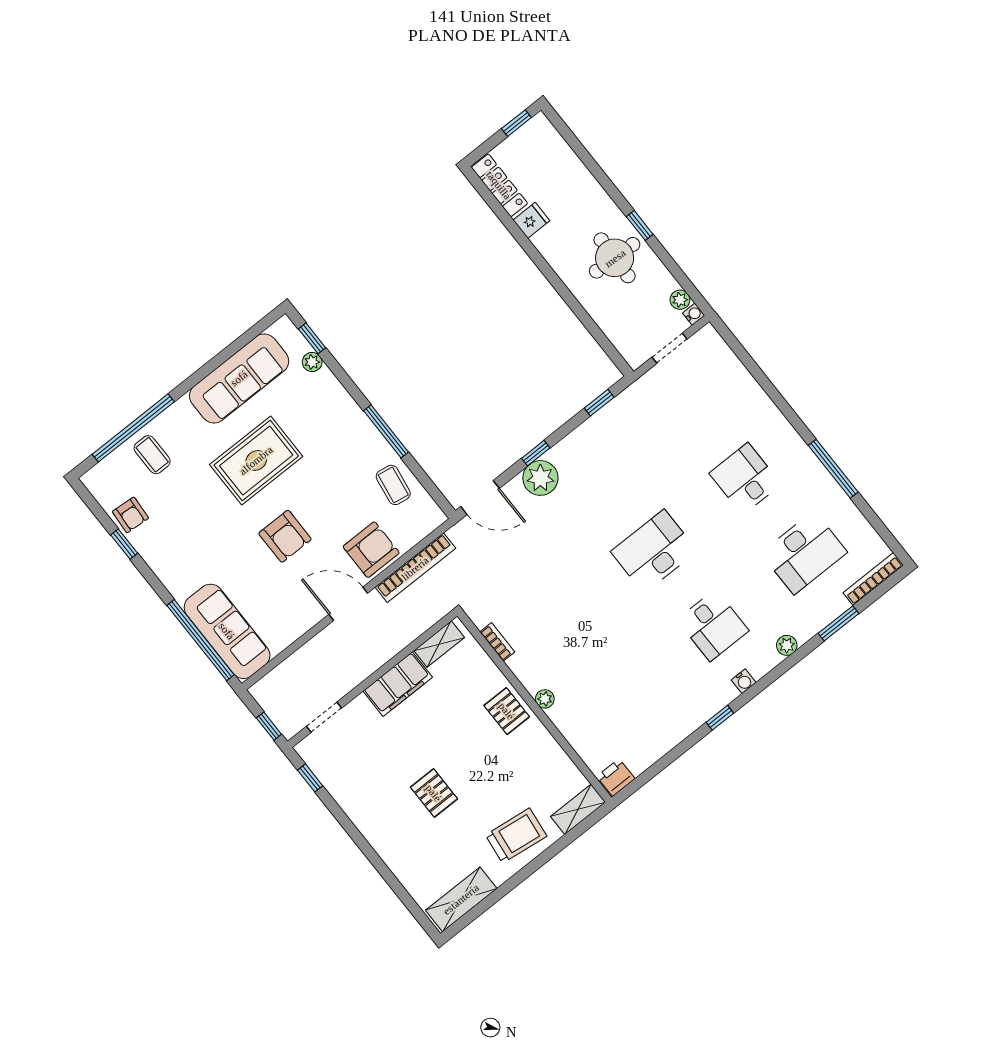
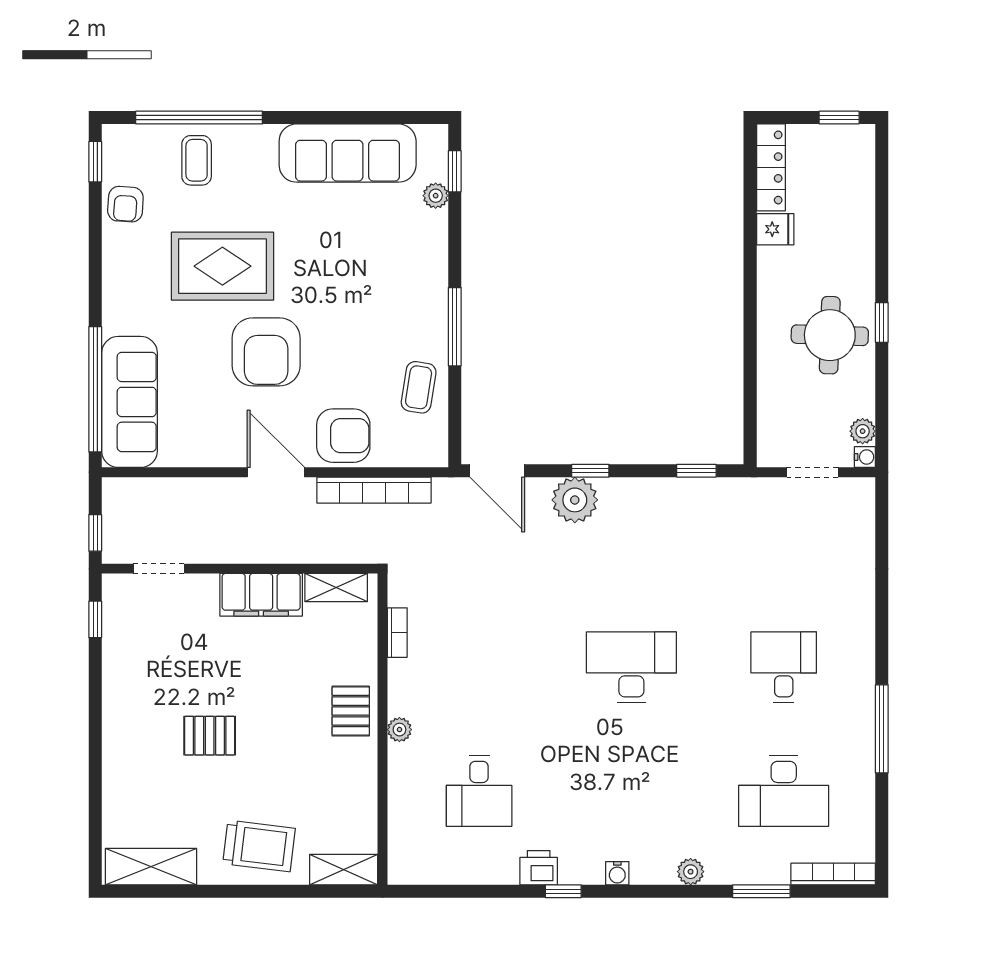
rug: (256, 460) -> (222, 266), moved
armchair: (285, 536) -> (266, 352), width x1.36, depth x1.36
window: (124, 544) -> (95, 162), moved
desk: (713, 625) -> (479, 791), moved
printer: (616, 777) -> (539, 868), moved
pallet: (434, 793) -> (210, 736), turned 90

